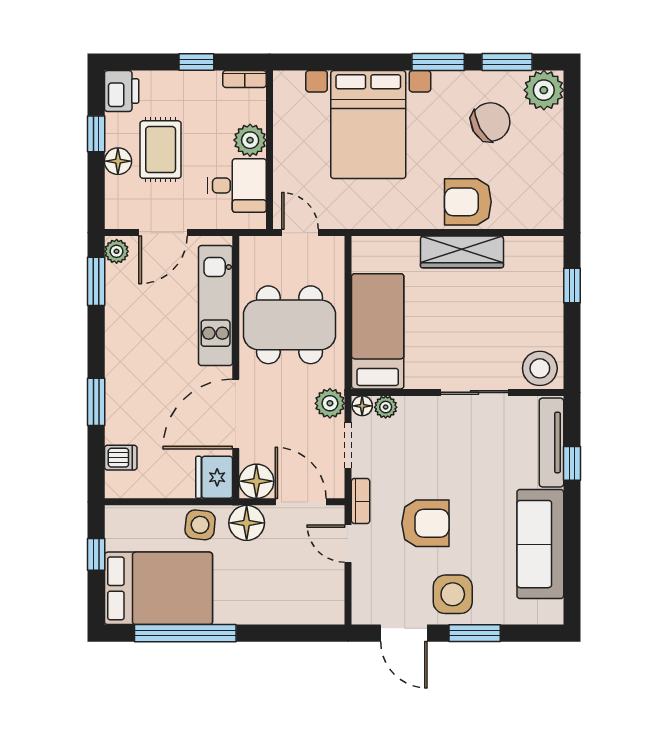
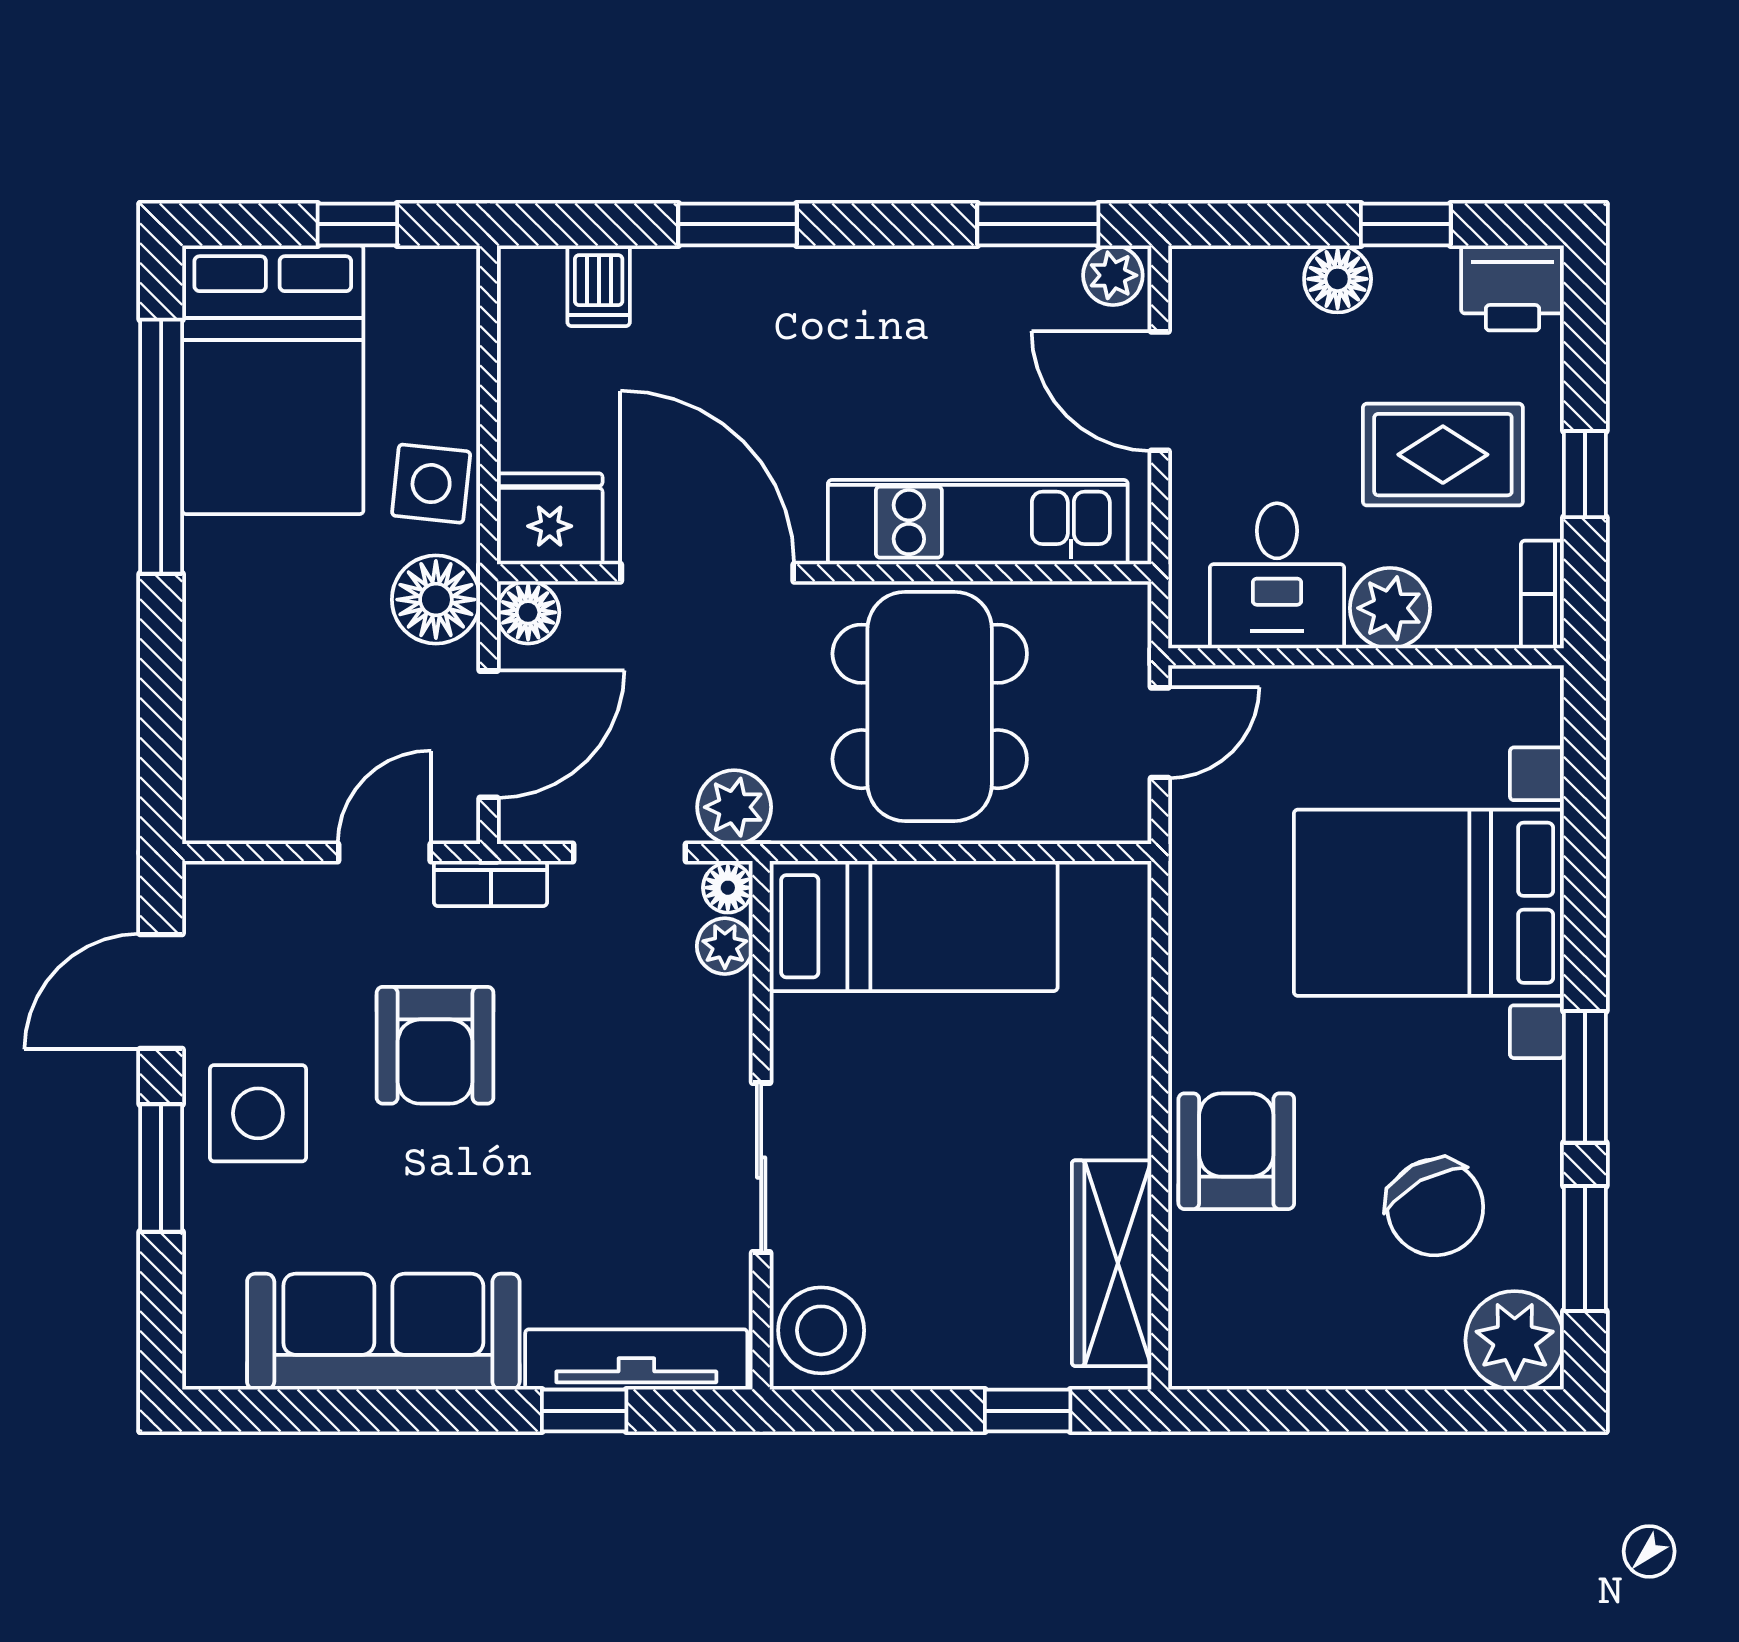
rug: (161, 150) -> (1443, 455), moved
wardrobe: (462, 252) -> (1112, 1263), moved
floor lamp: (256, 481) -> (528, 612), width x0.73, depth x0.73

